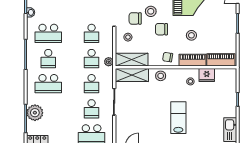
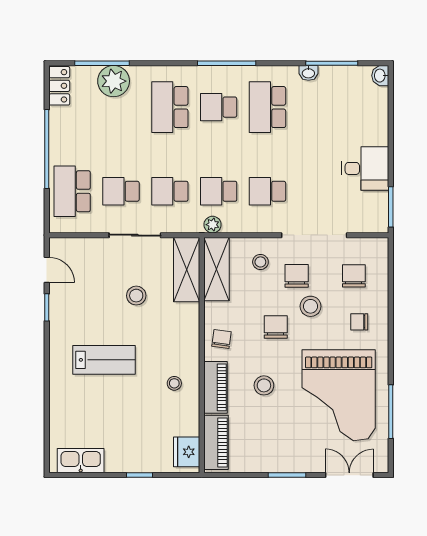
fridge: (207, 75) -> (187, 452), moved
stool: (161, 76) -> (136, 296), moved

